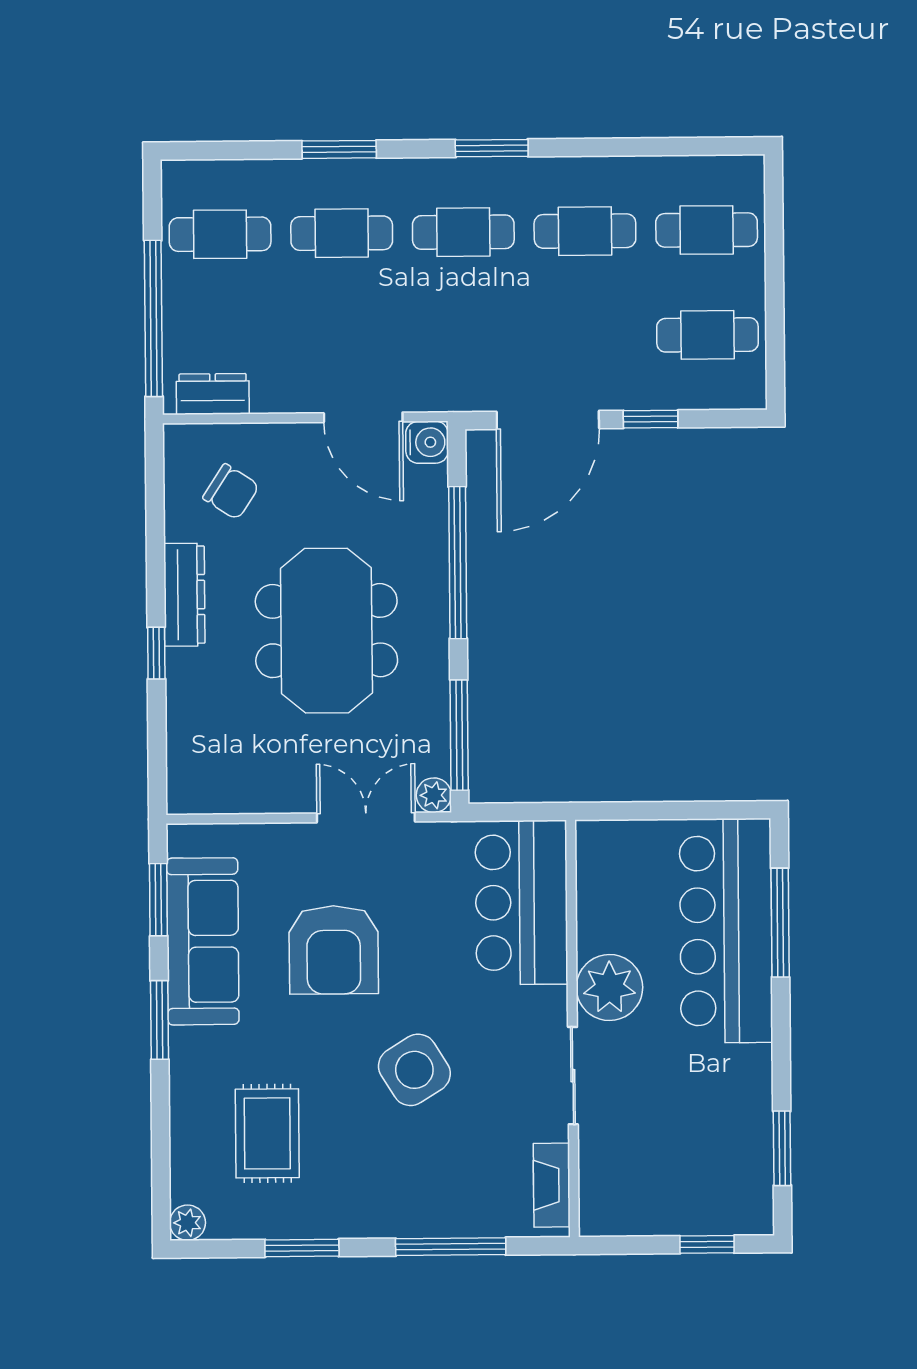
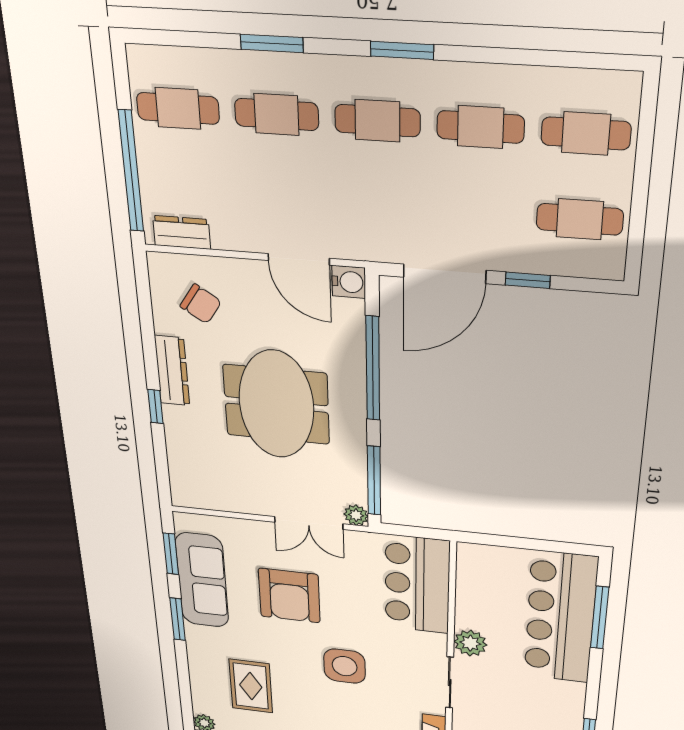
double door: (366, 817) -> (309, 523), swing flipped
plant: (609, 987) -> (470, 643), width x0.73, depth x0.73
side table: (414, 1070) -> (345, 666), turned 32

